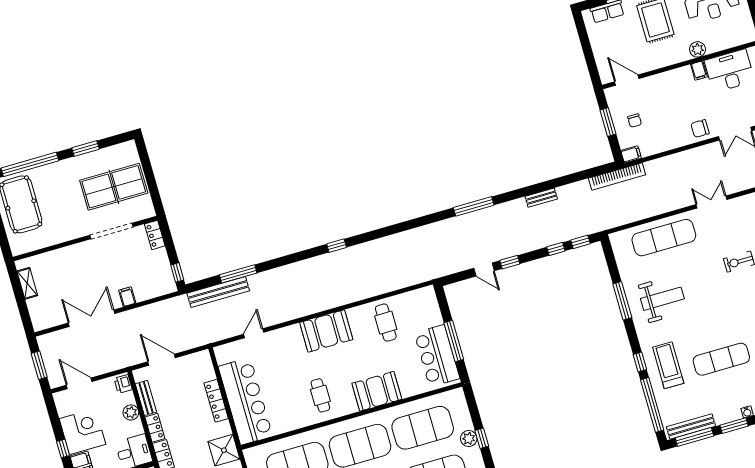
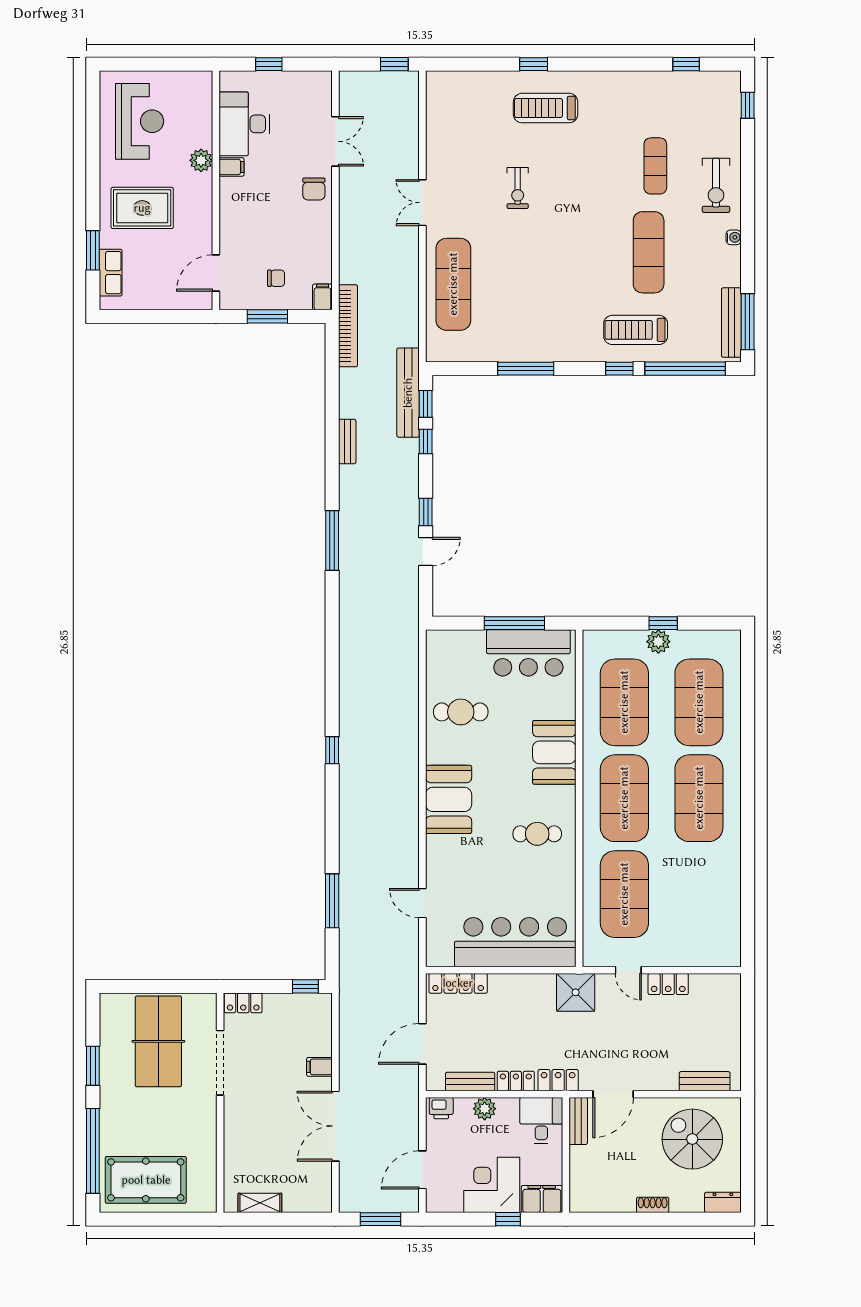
bench: (218, 292) -> (408, 393), moved
weight bench: (662, 299) -> (539, 311), removed
locker: (216, 401) -> (458, 983), moved
window: (734, 426) -> (748, 261), removed

